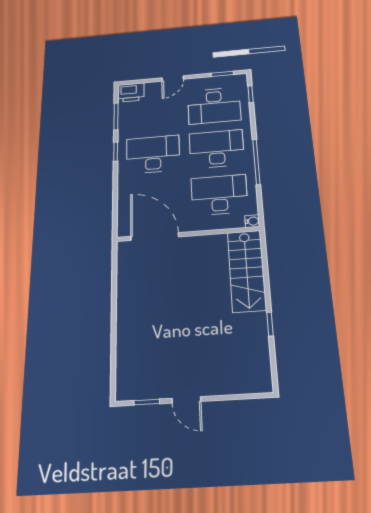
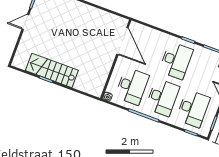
desk: (214, 106) -> (193, 109), turned 180
door: (155, 237) -> (122, 41), hinge flipped
stairs: (247, 271) -> (52, 70), moved

